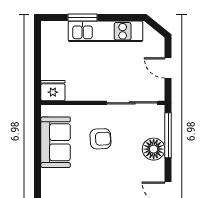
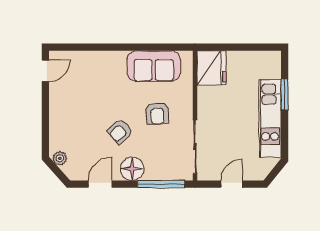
fridge: (53, 91) -> (212, 68), width x1.36, depth x1.34
floor lamp: (154, 149) -> (132, 169), moved
armchair: (118, 174) -> (120, 132), added

